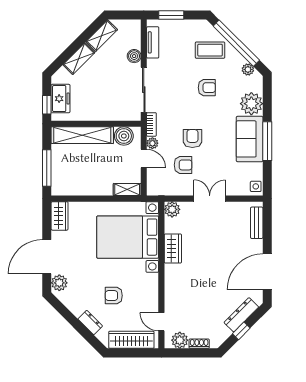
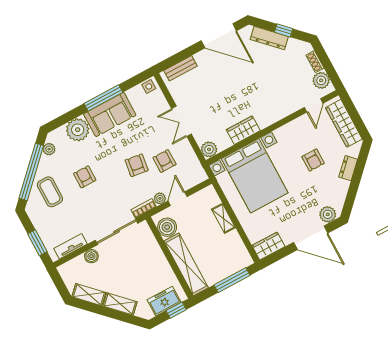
armchair: (192, 139) -> (137, 165), turned 98
shelving: (127, 190) -> (223, 218), moved

